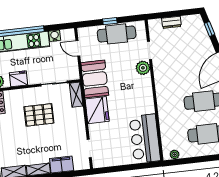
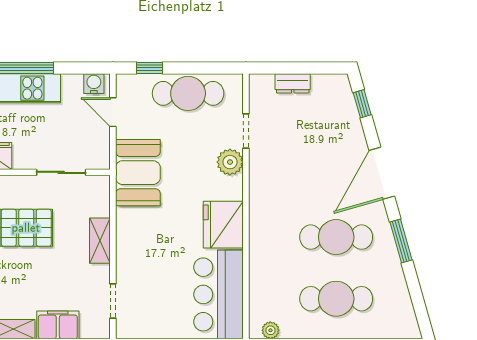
window: (110, 21) -> (150, 68), moved
water cooler: (55, 36) -> (94, 84), moved
shelving: (76, 95) -> (100, 241), moved
fridge: (97, 110) -> (223, 225), moved, turned 180

